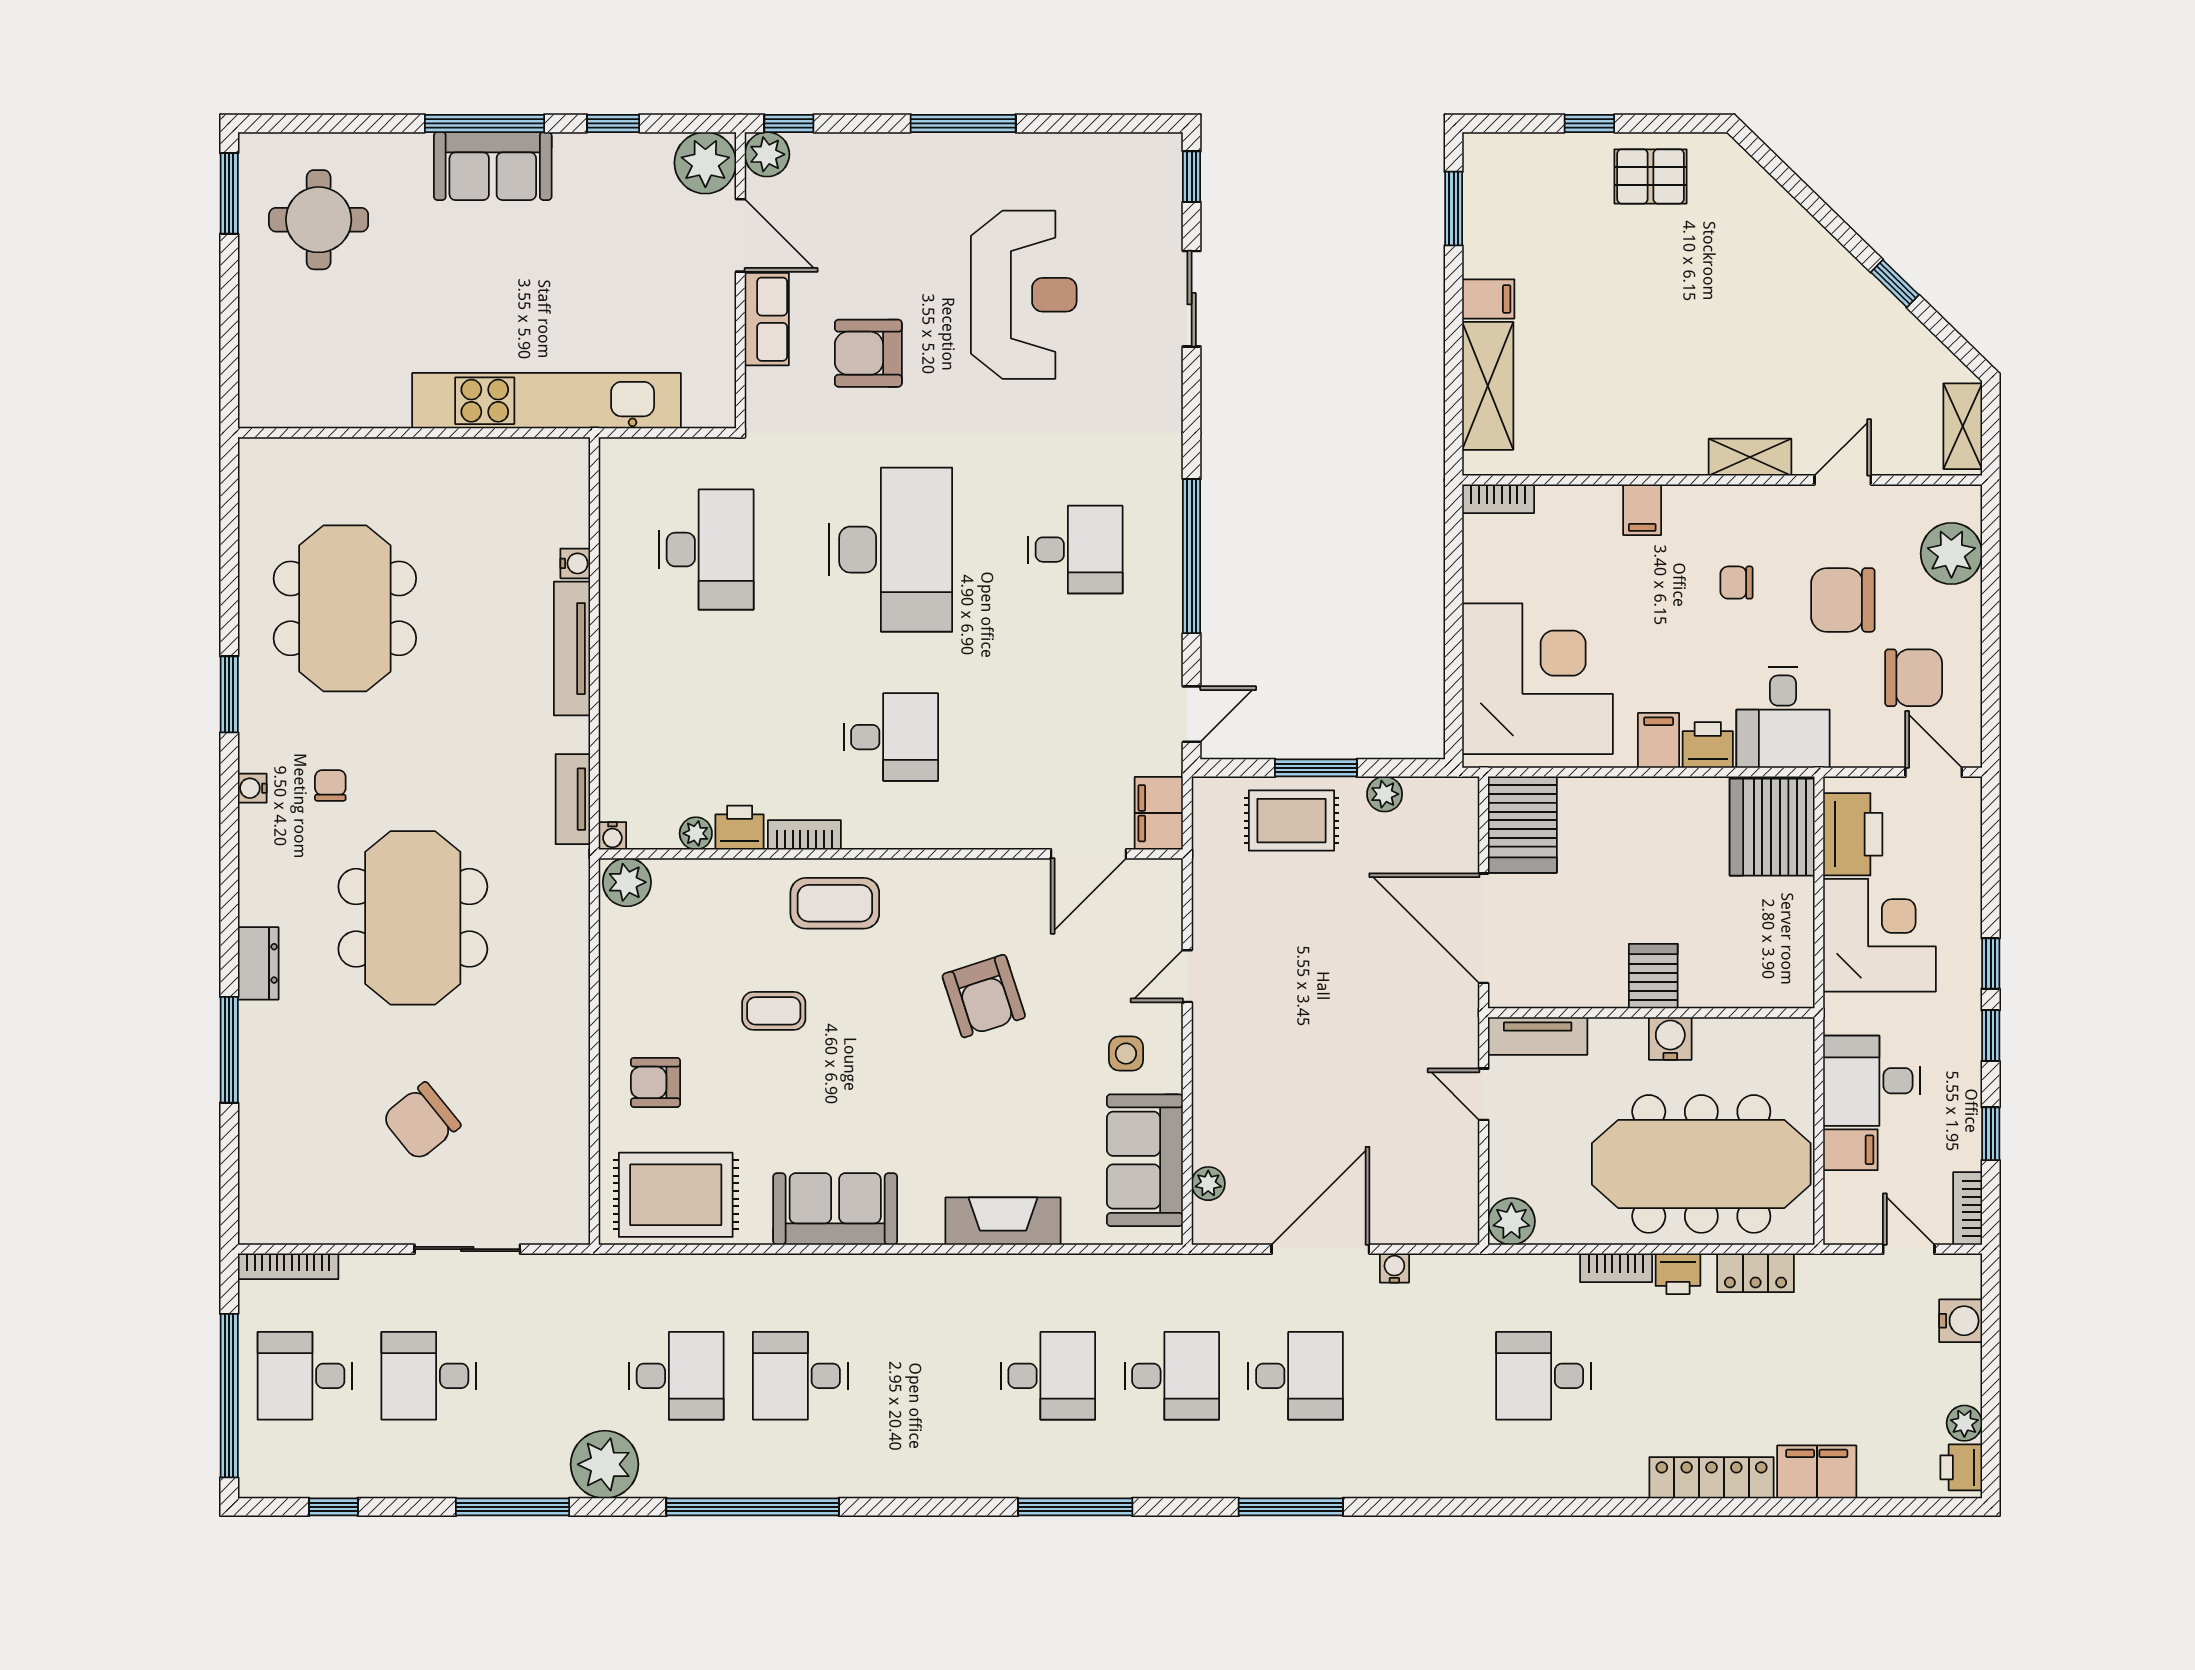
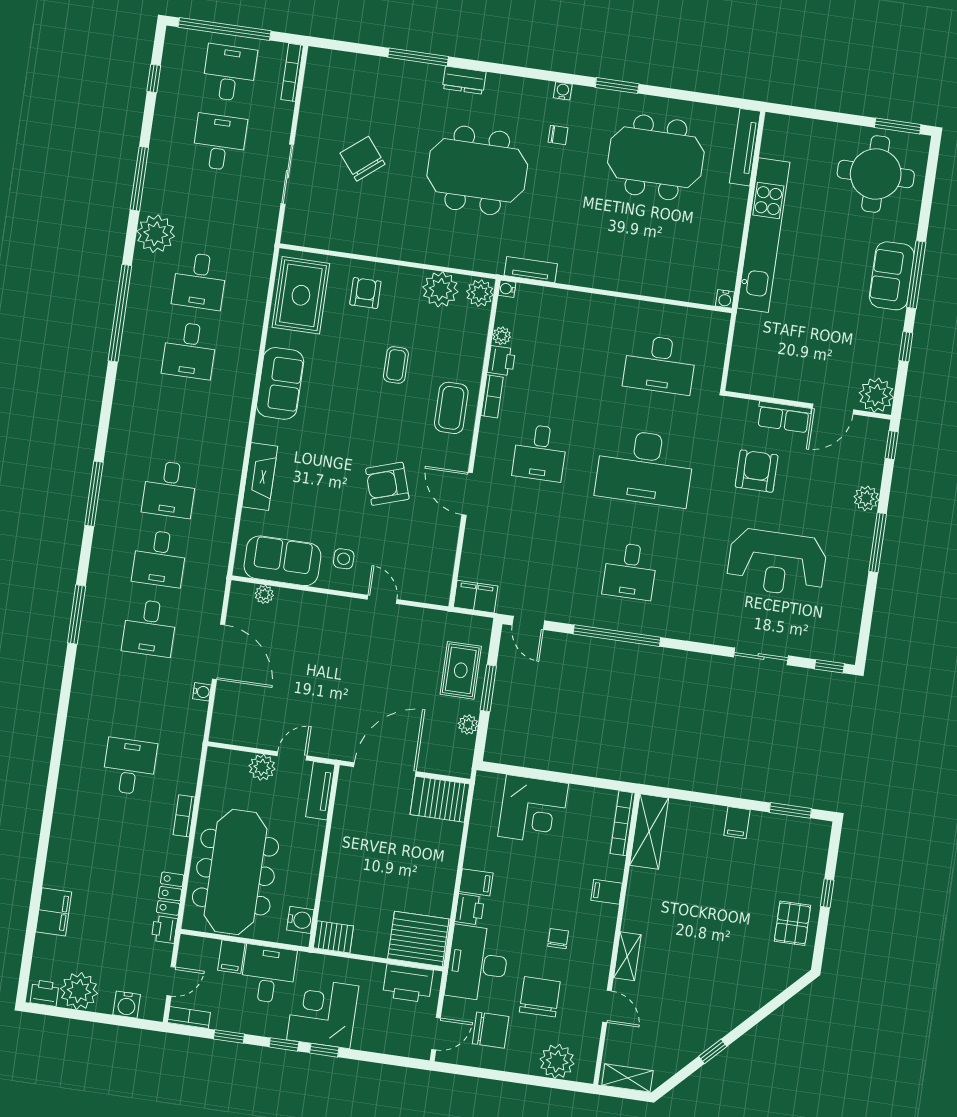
plant: (767, 154) -> (866, 498), moved
round table: (319, 220) -> (876, 174), width x1.36, depth x1.36
shelving: (1488, 386) -> (649, 832), moved, turned 90
kitchen unit: (547, 401) -> (763, 235), moved
bookcase: (1498, 499) -> (623, 823), width x1.56
water cooler: (575, 563) -> (725, 299), moved
tv unit: (572, 649) -> (745, 147), moved, turned -90
chair: (1914, 678) -> (491, 1030), turned -90
corner desk: (1538, 679) -> (533, 810), width x0.74, depth x0.74
desk: (1783, 718) -> (477, 963), width x1.37
door: (1089, 854) -> (467, 494), moved
corner desk: (1880, 935) -> (323, 1013), moved, turned 180
plant: (630, 952) -> (440, 289), added
server rack: (1653, 976) -> (333, 937), moved
water cooler: (1670, 1038) -> (300, 920), moved
plant: (1511, 1221) -> (262, 767), moved
printer: (1678, 1274) -> (164, 930), moved
desk: (800, 1376) -> (189, 350), turned 180
plant: (1964, 1423) -> (79, 991), width x1.88, depth x1.88
locker: (1712, 1478) -> (59, 852), removed

